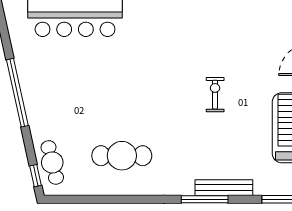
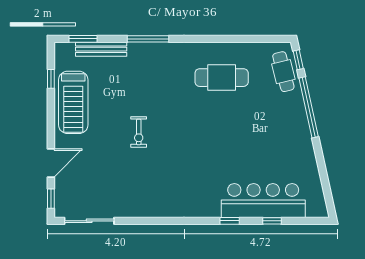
window: (17, 93) -> (309, 107), moved
bench: (224, 188) -> (101, 49), moved

